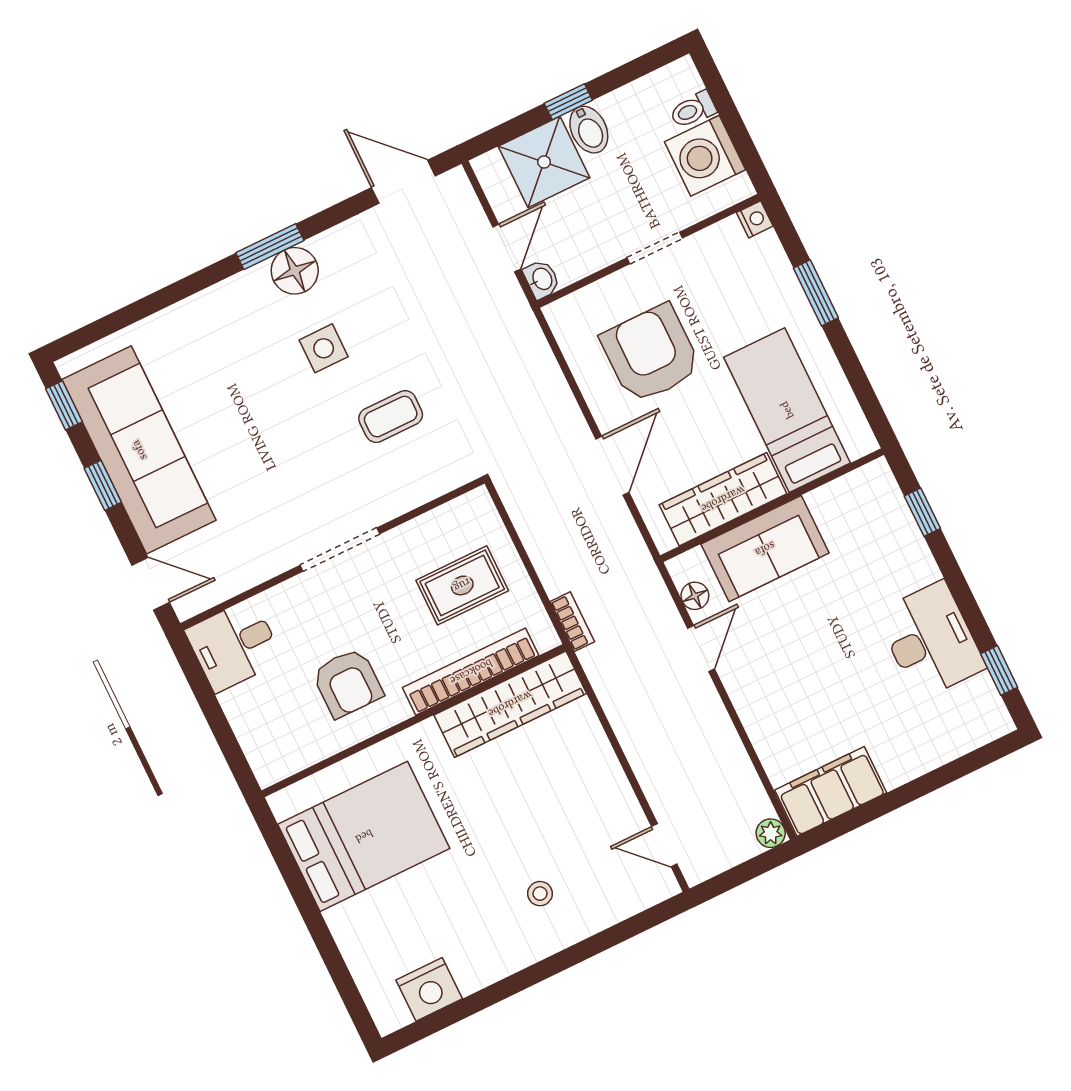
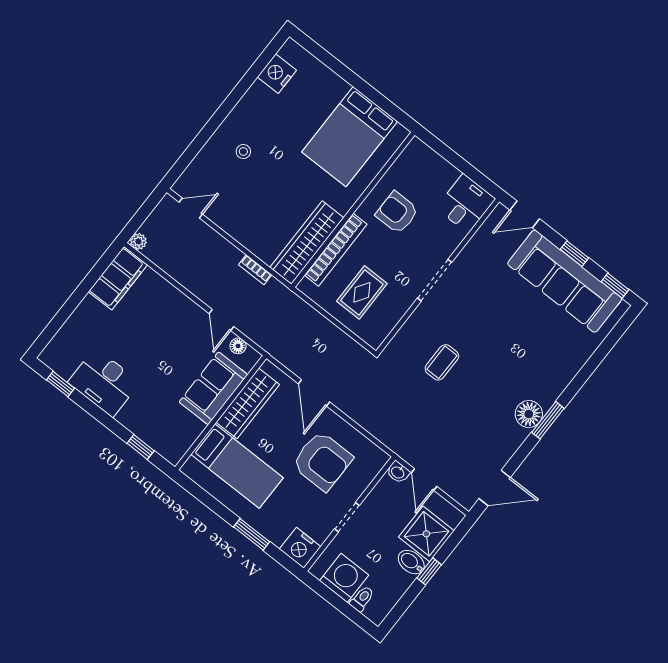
nightstand: (755, 219) -> (300, 548), width x1.89, depth x1.79
side table: (324, 348) -> (494, 381), removed
bookcase: (572, 622) -> (255, 270), moved

